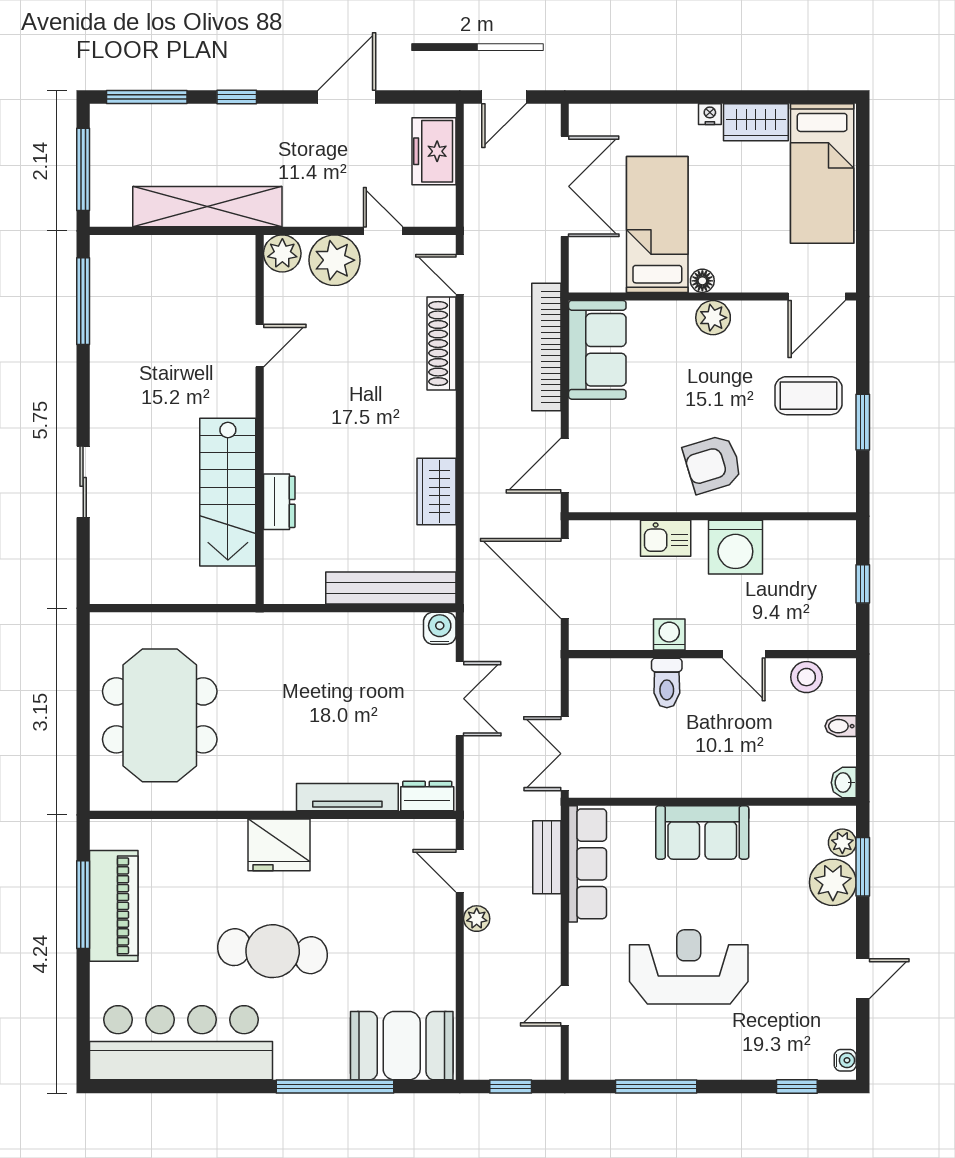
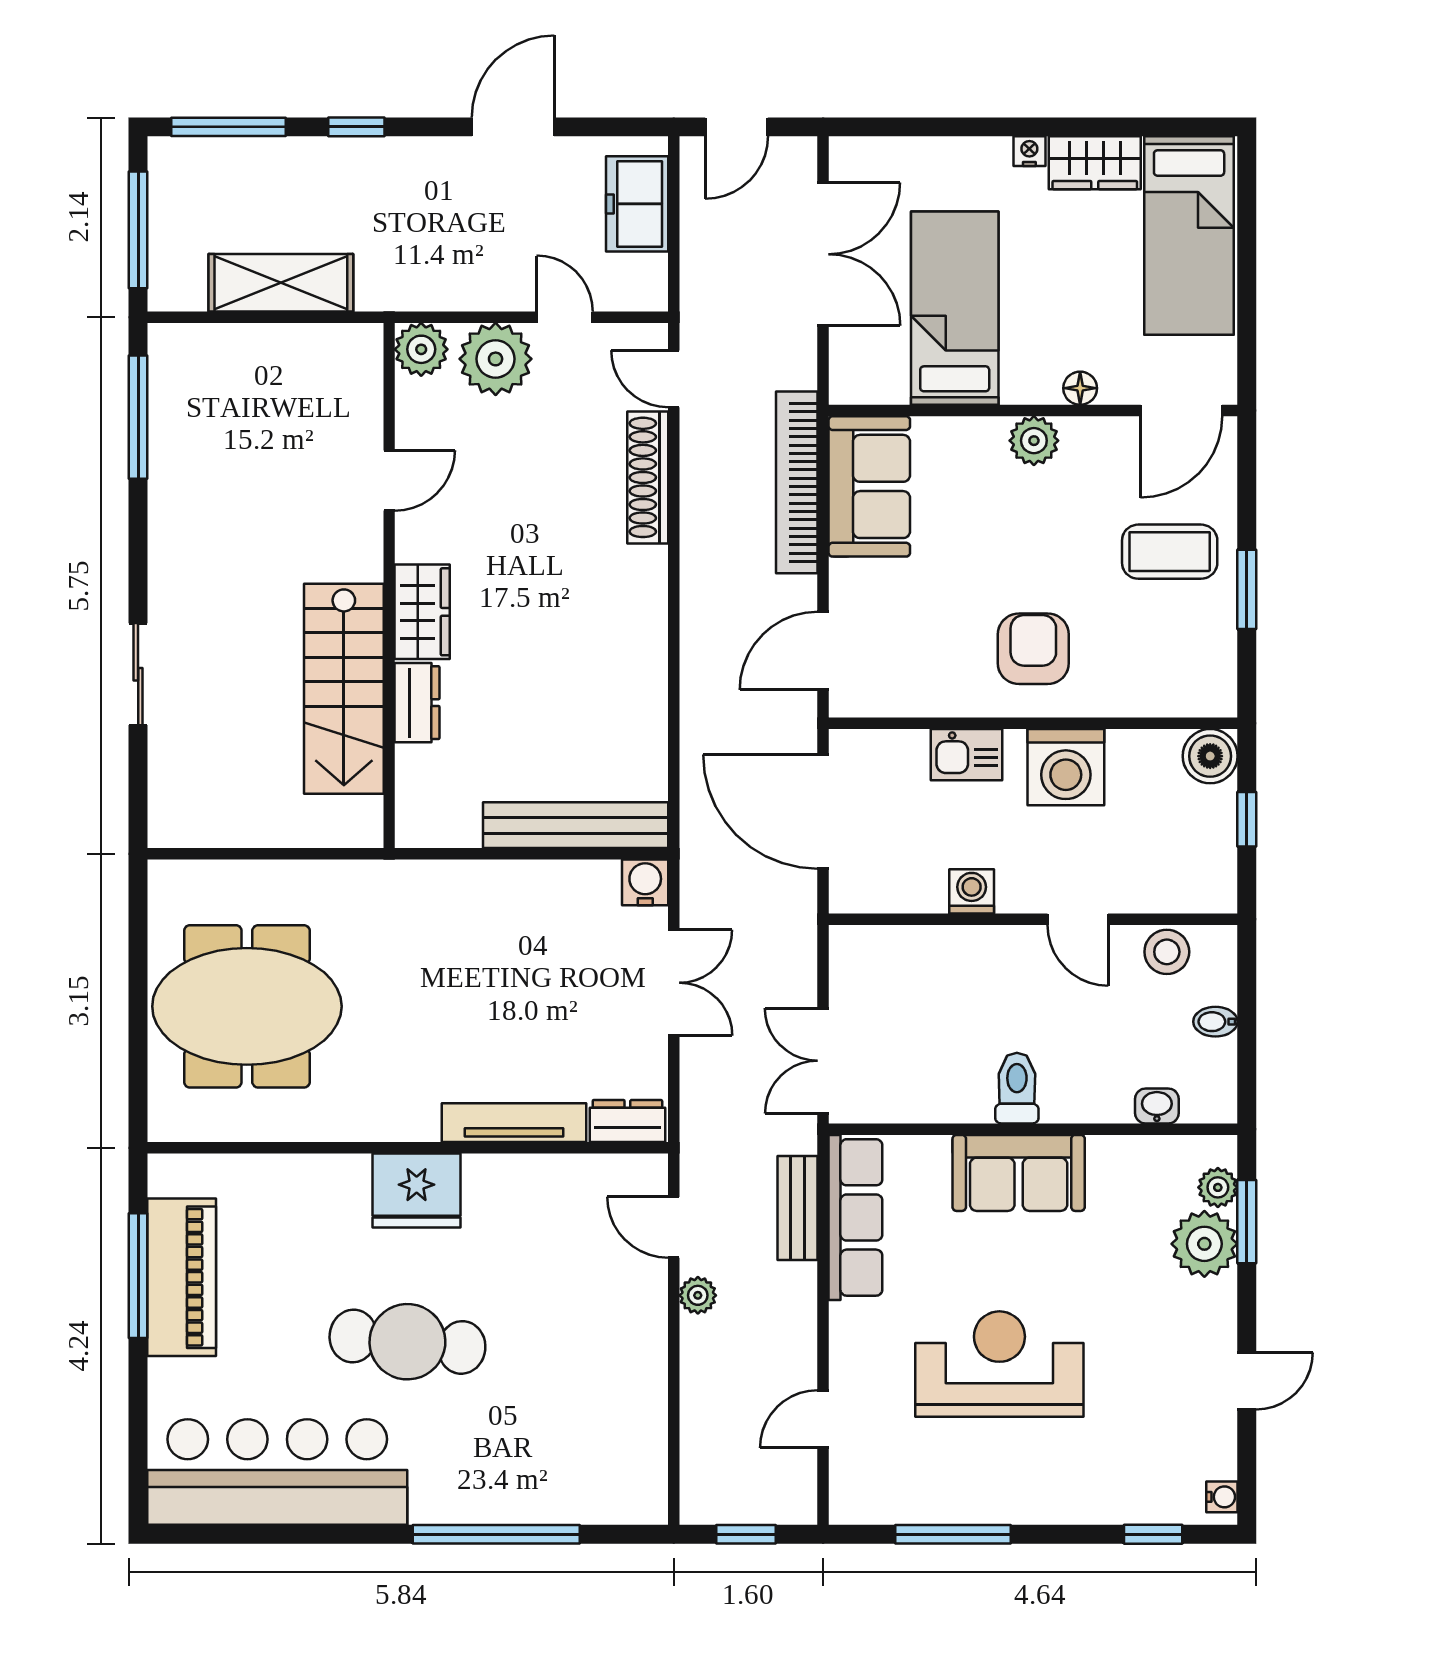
shelving: (207, 207) -> (281, 283), width x0.68
floor lamp: (702, 281) -> (1080, 388), moved
armchair: (713, 464) -> (1033, 649), turned 107
wardrobe: (437, 491) -> (422, 612), moved, turned 180
boiler: (837, 539) -> (1210, 756), added
toilet: (667, 683) -> (1017, 1088), moved, turned 180
meeting table: (160, 715) -> (247, 1006), turned 90
washbasin: (844, 783) -> (1157, 1106), moved, turned 90
booth: (402, 1046) -> (591, 1476), removed

